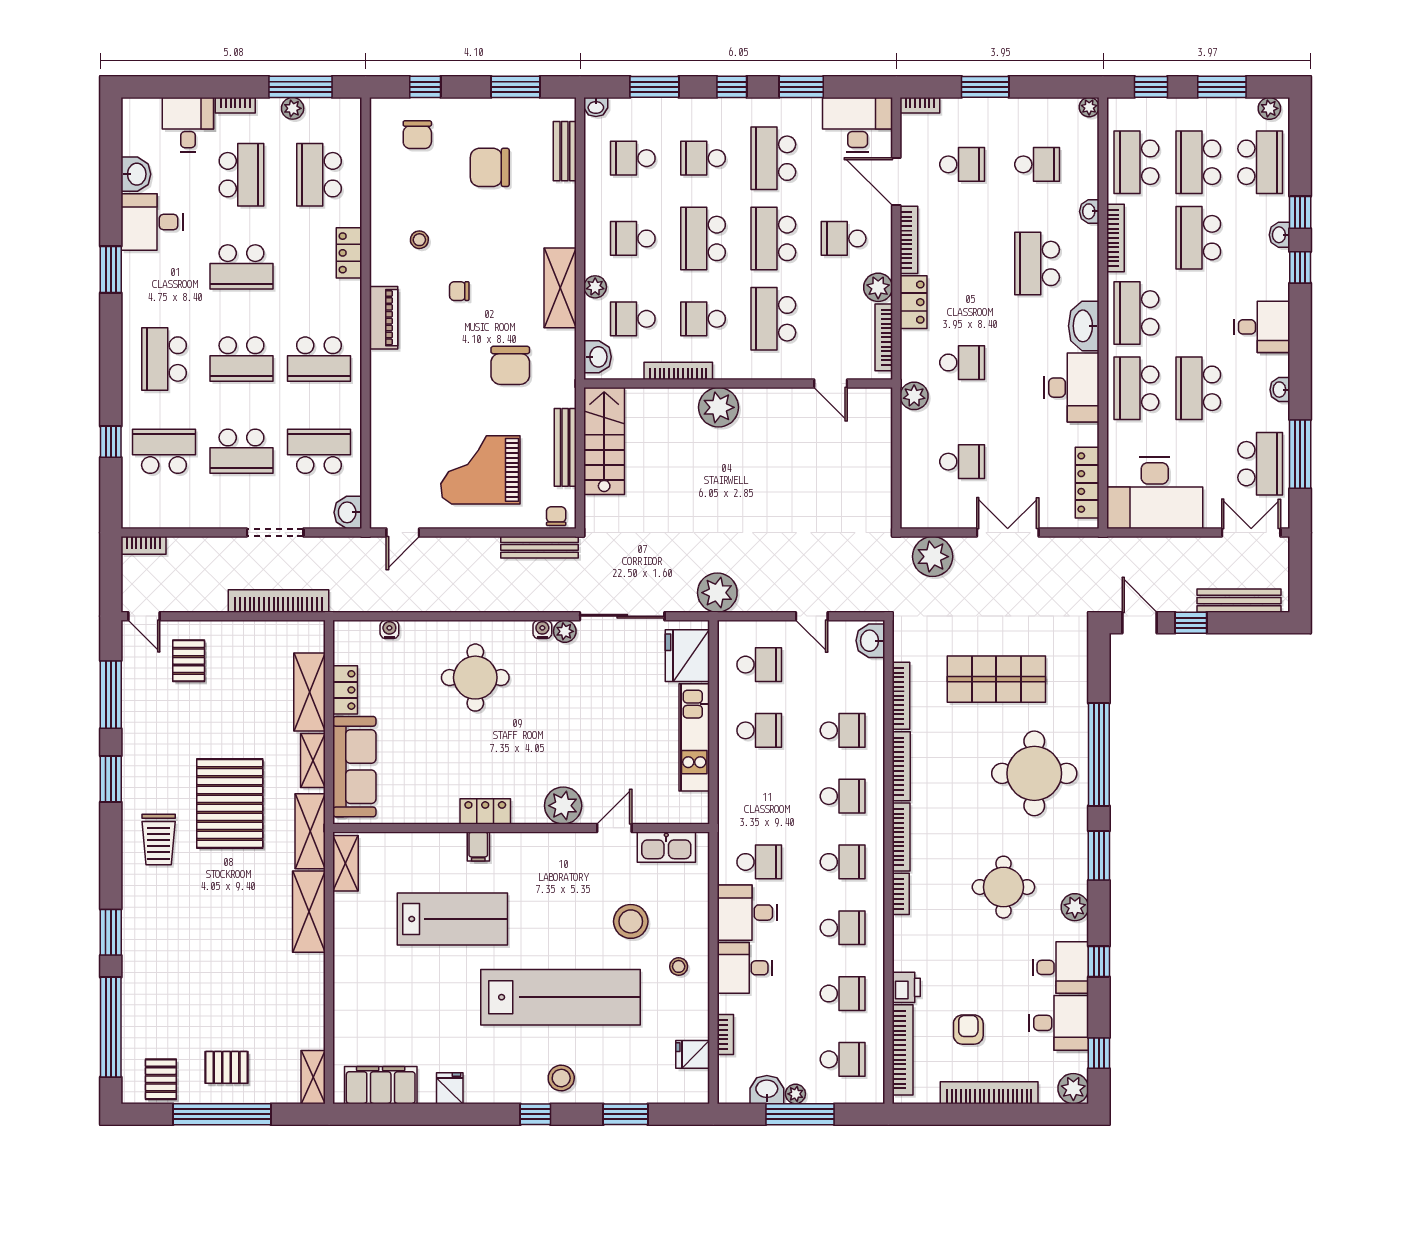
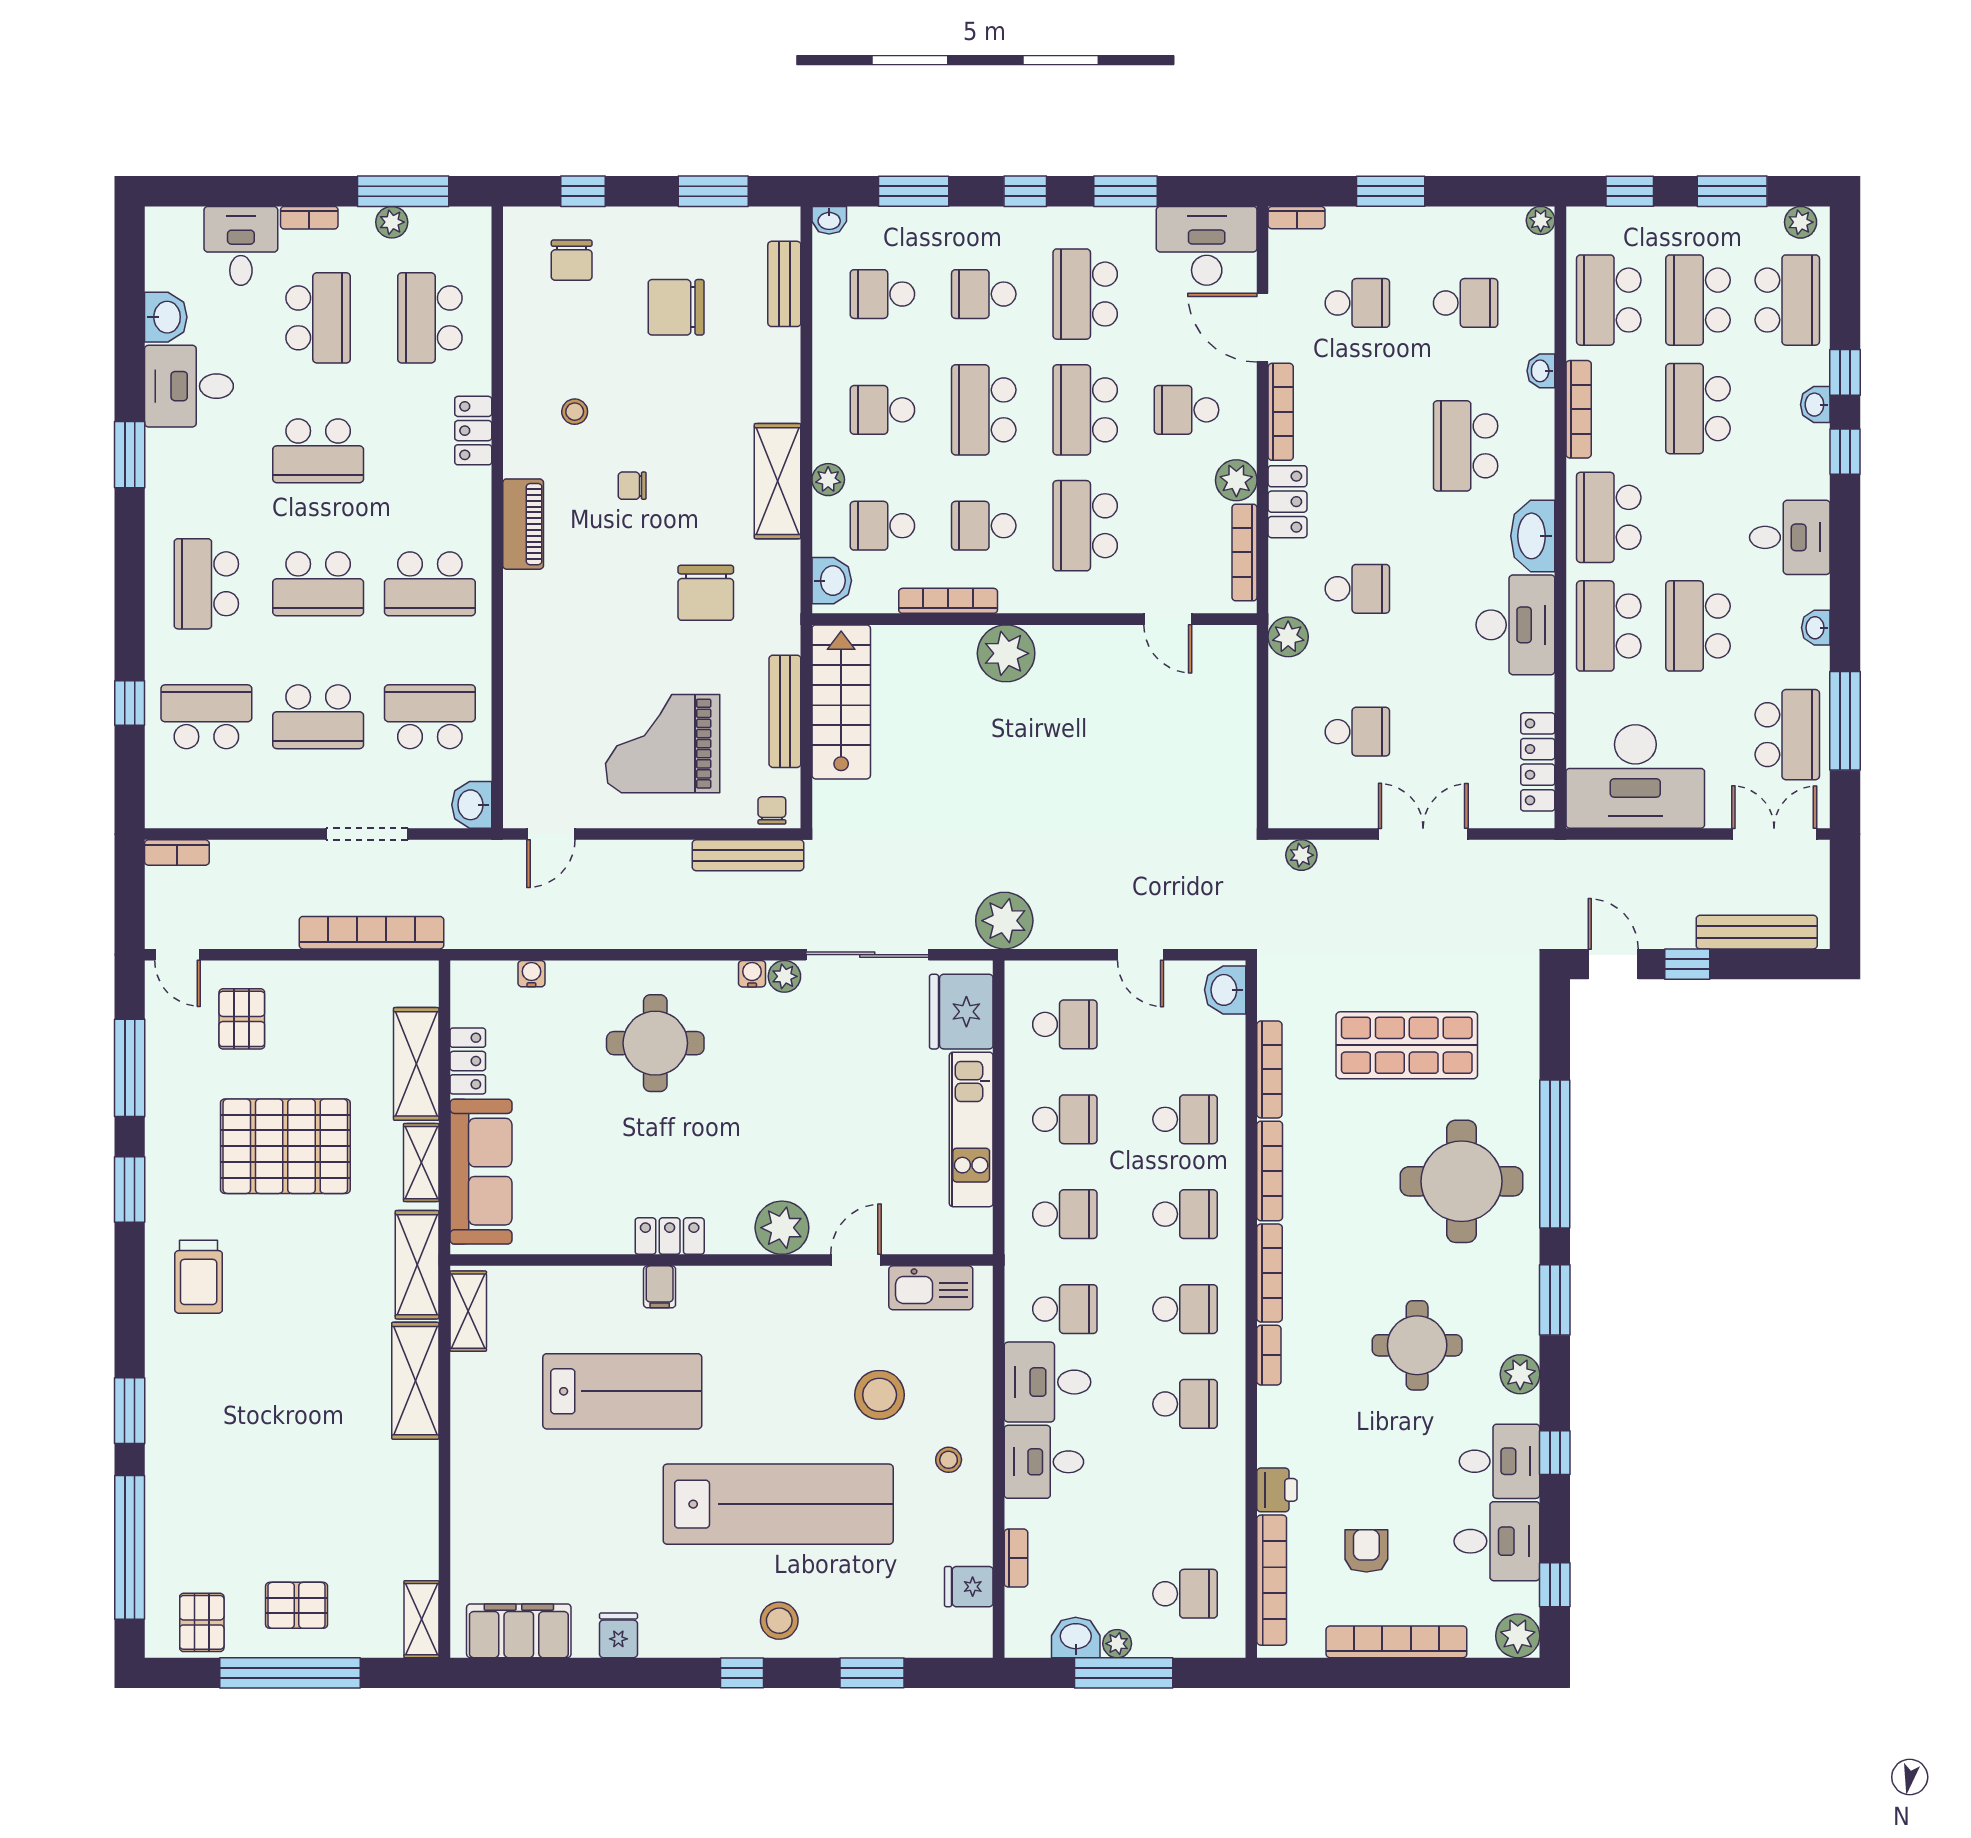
plant: (933, 557) -> (1301, 855), width x0.53, depth x0.53
pallet: (230, 803) -> (285, 1146), moved, turned 90
school desk: (843, 994) -> (1065, 1214), moved

